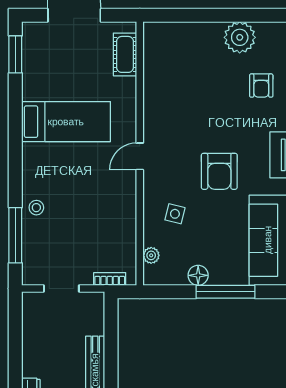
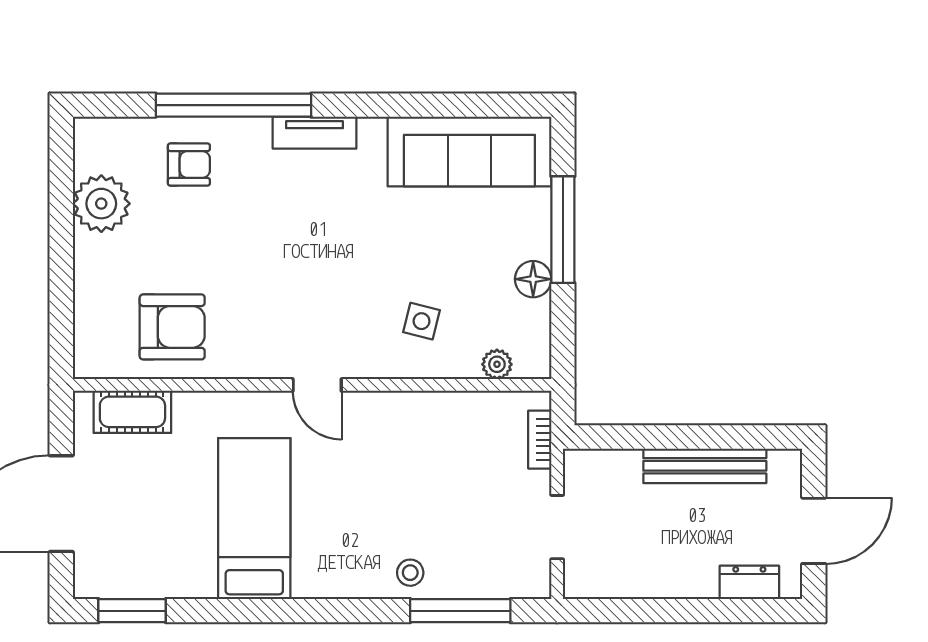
armchair: (219, 171) -> (172, 327), moved

